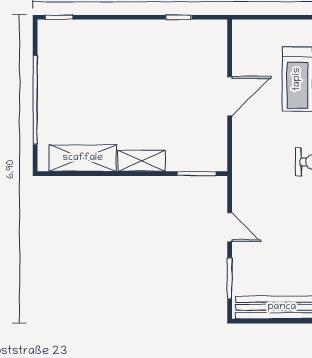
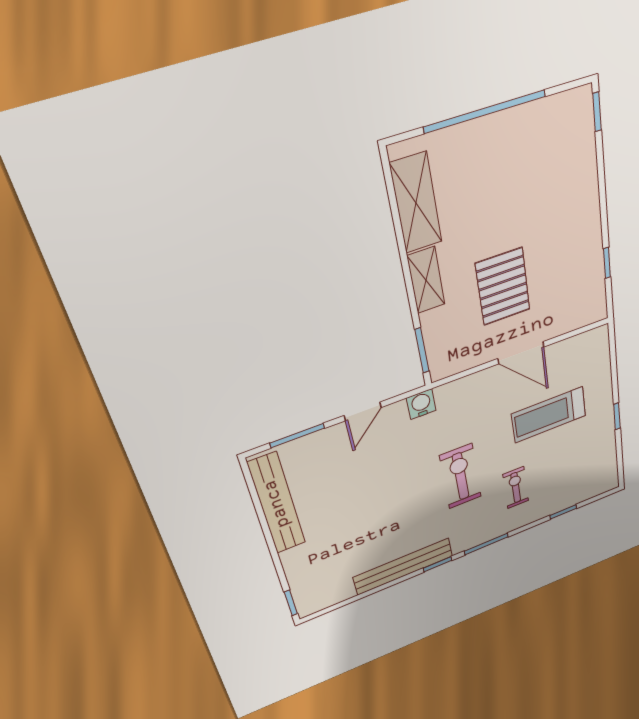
pallet: (168, 104) -> (503, 287), added
water cooler: (242, 182) -> (421, 404), added

